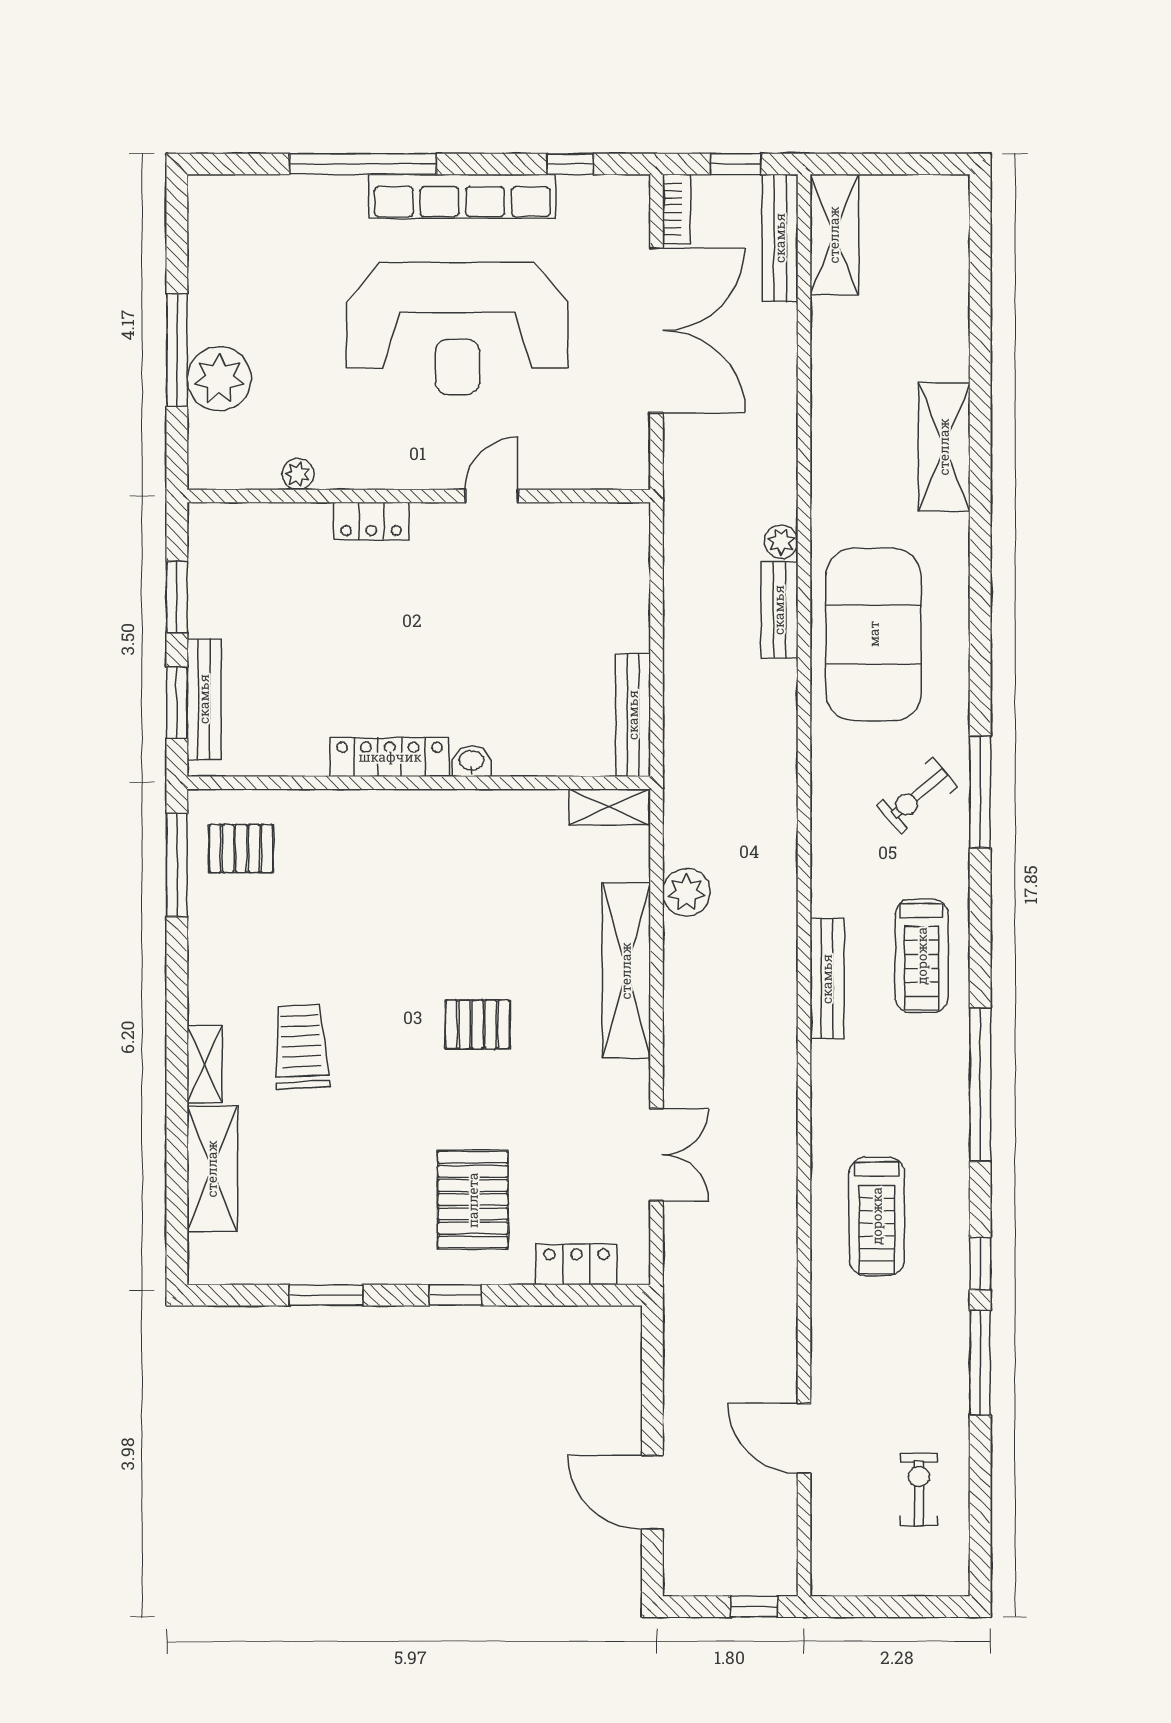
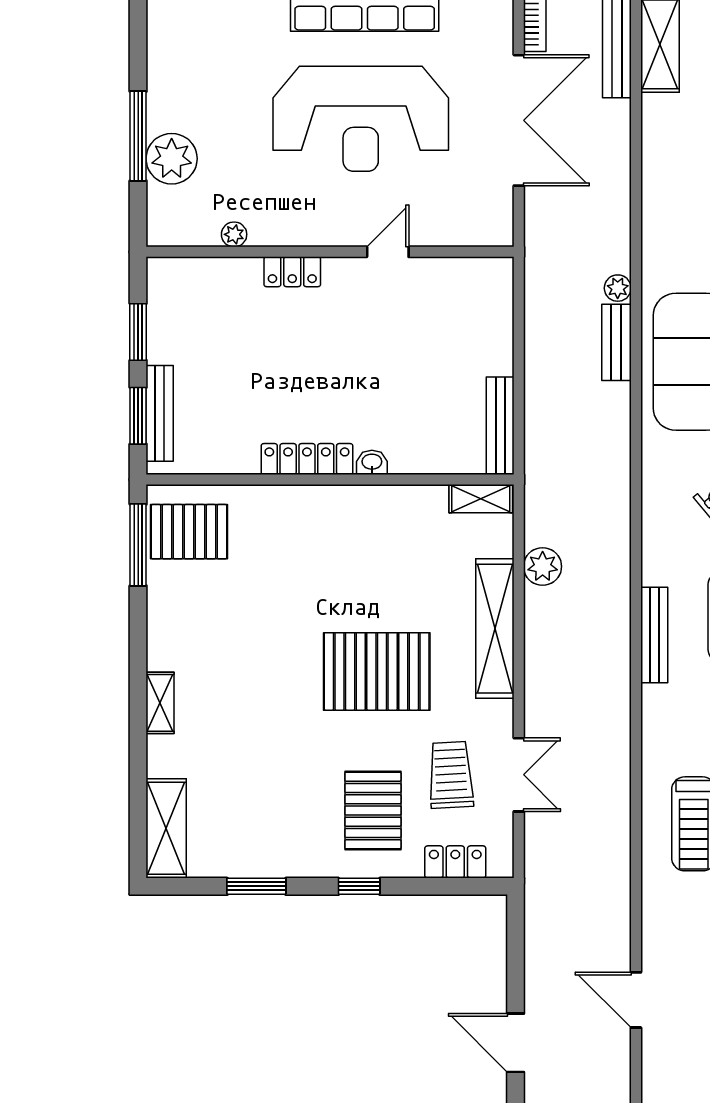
pallet: (241, 849) -> (189, 532), width x1.50, depth x1.42
pallet: (478, 1025) -> (377, 671), width x2.05, depth x2.00
trolley: (301, 1047) -> (451, 775), moved
shelving: (212, 1169) -> (166, 828), moved

